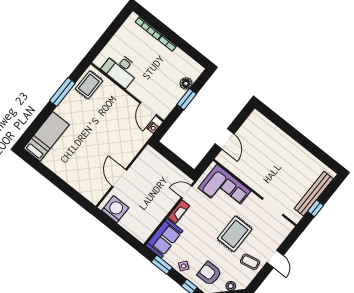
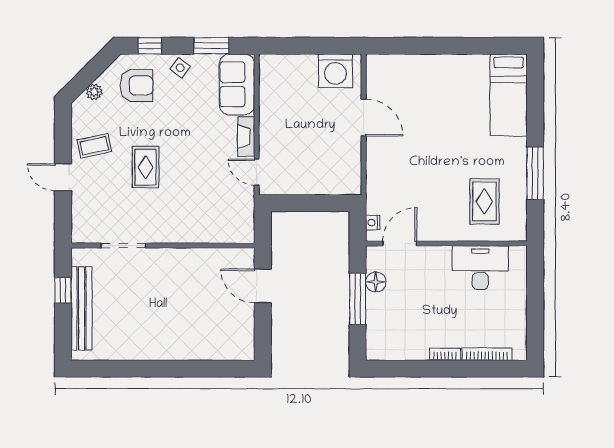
floor lamp: (186, 83) -> (376, 282), moved
rug: (89, 85) -> (484, 201), moved
window: (187, 99) -> (358, 299), width x1.44
door: (148, 109) -> (400, 243), hinge flipped
corner sofa: (224, 190) -> (208, 217), removed
door: (187, 192) -> (257, 172), swing flipped
rug: (235, 234) -> (146, 167), width x0.73, depth x0.70

